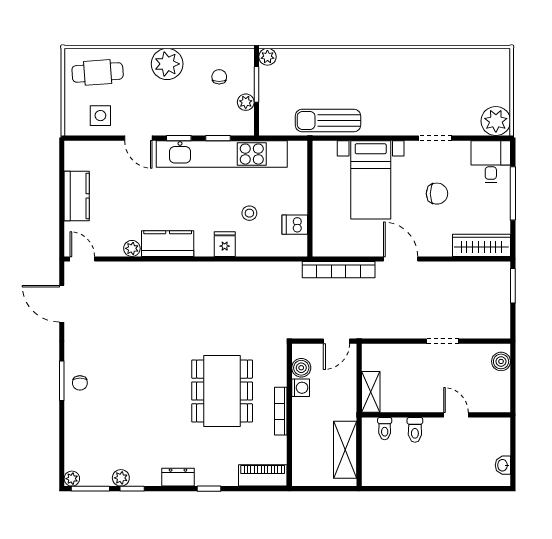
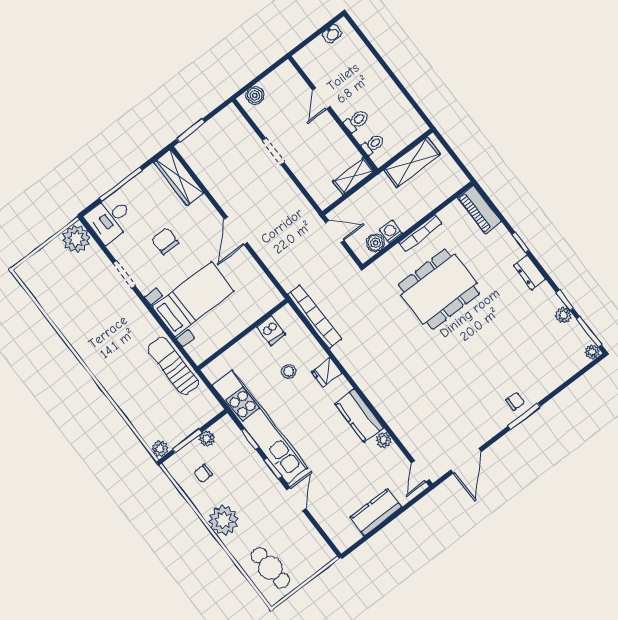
side table: (100, 116) -> (301, 541), removed
sun lounger: (328, 120) -> (173, 366), turned 180
bookcase: (339, 270) -> (314, 317), moved

